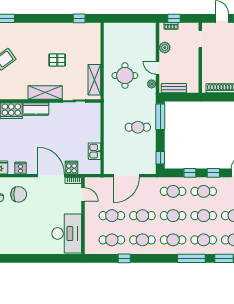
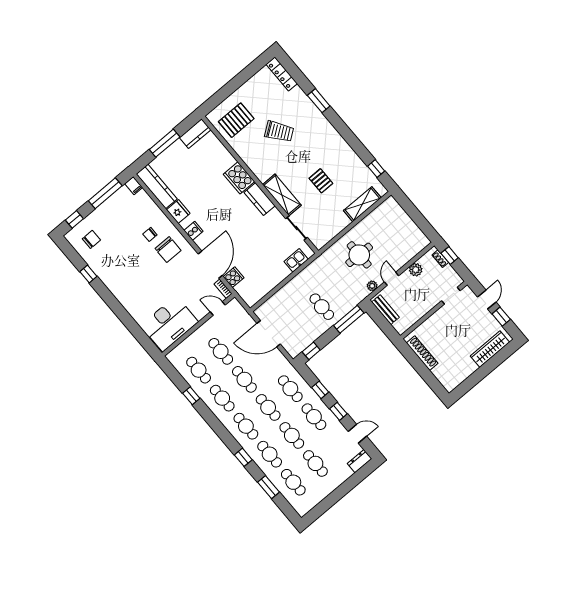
shelving: (94, 80) -> (362, 204), moved
kitchen sink: (94, 151) -> (296, 260), moved
door: (83, 194) -> (218, 308), swing flipped
window: (191, 258) -> (243, 457), width x0.46

